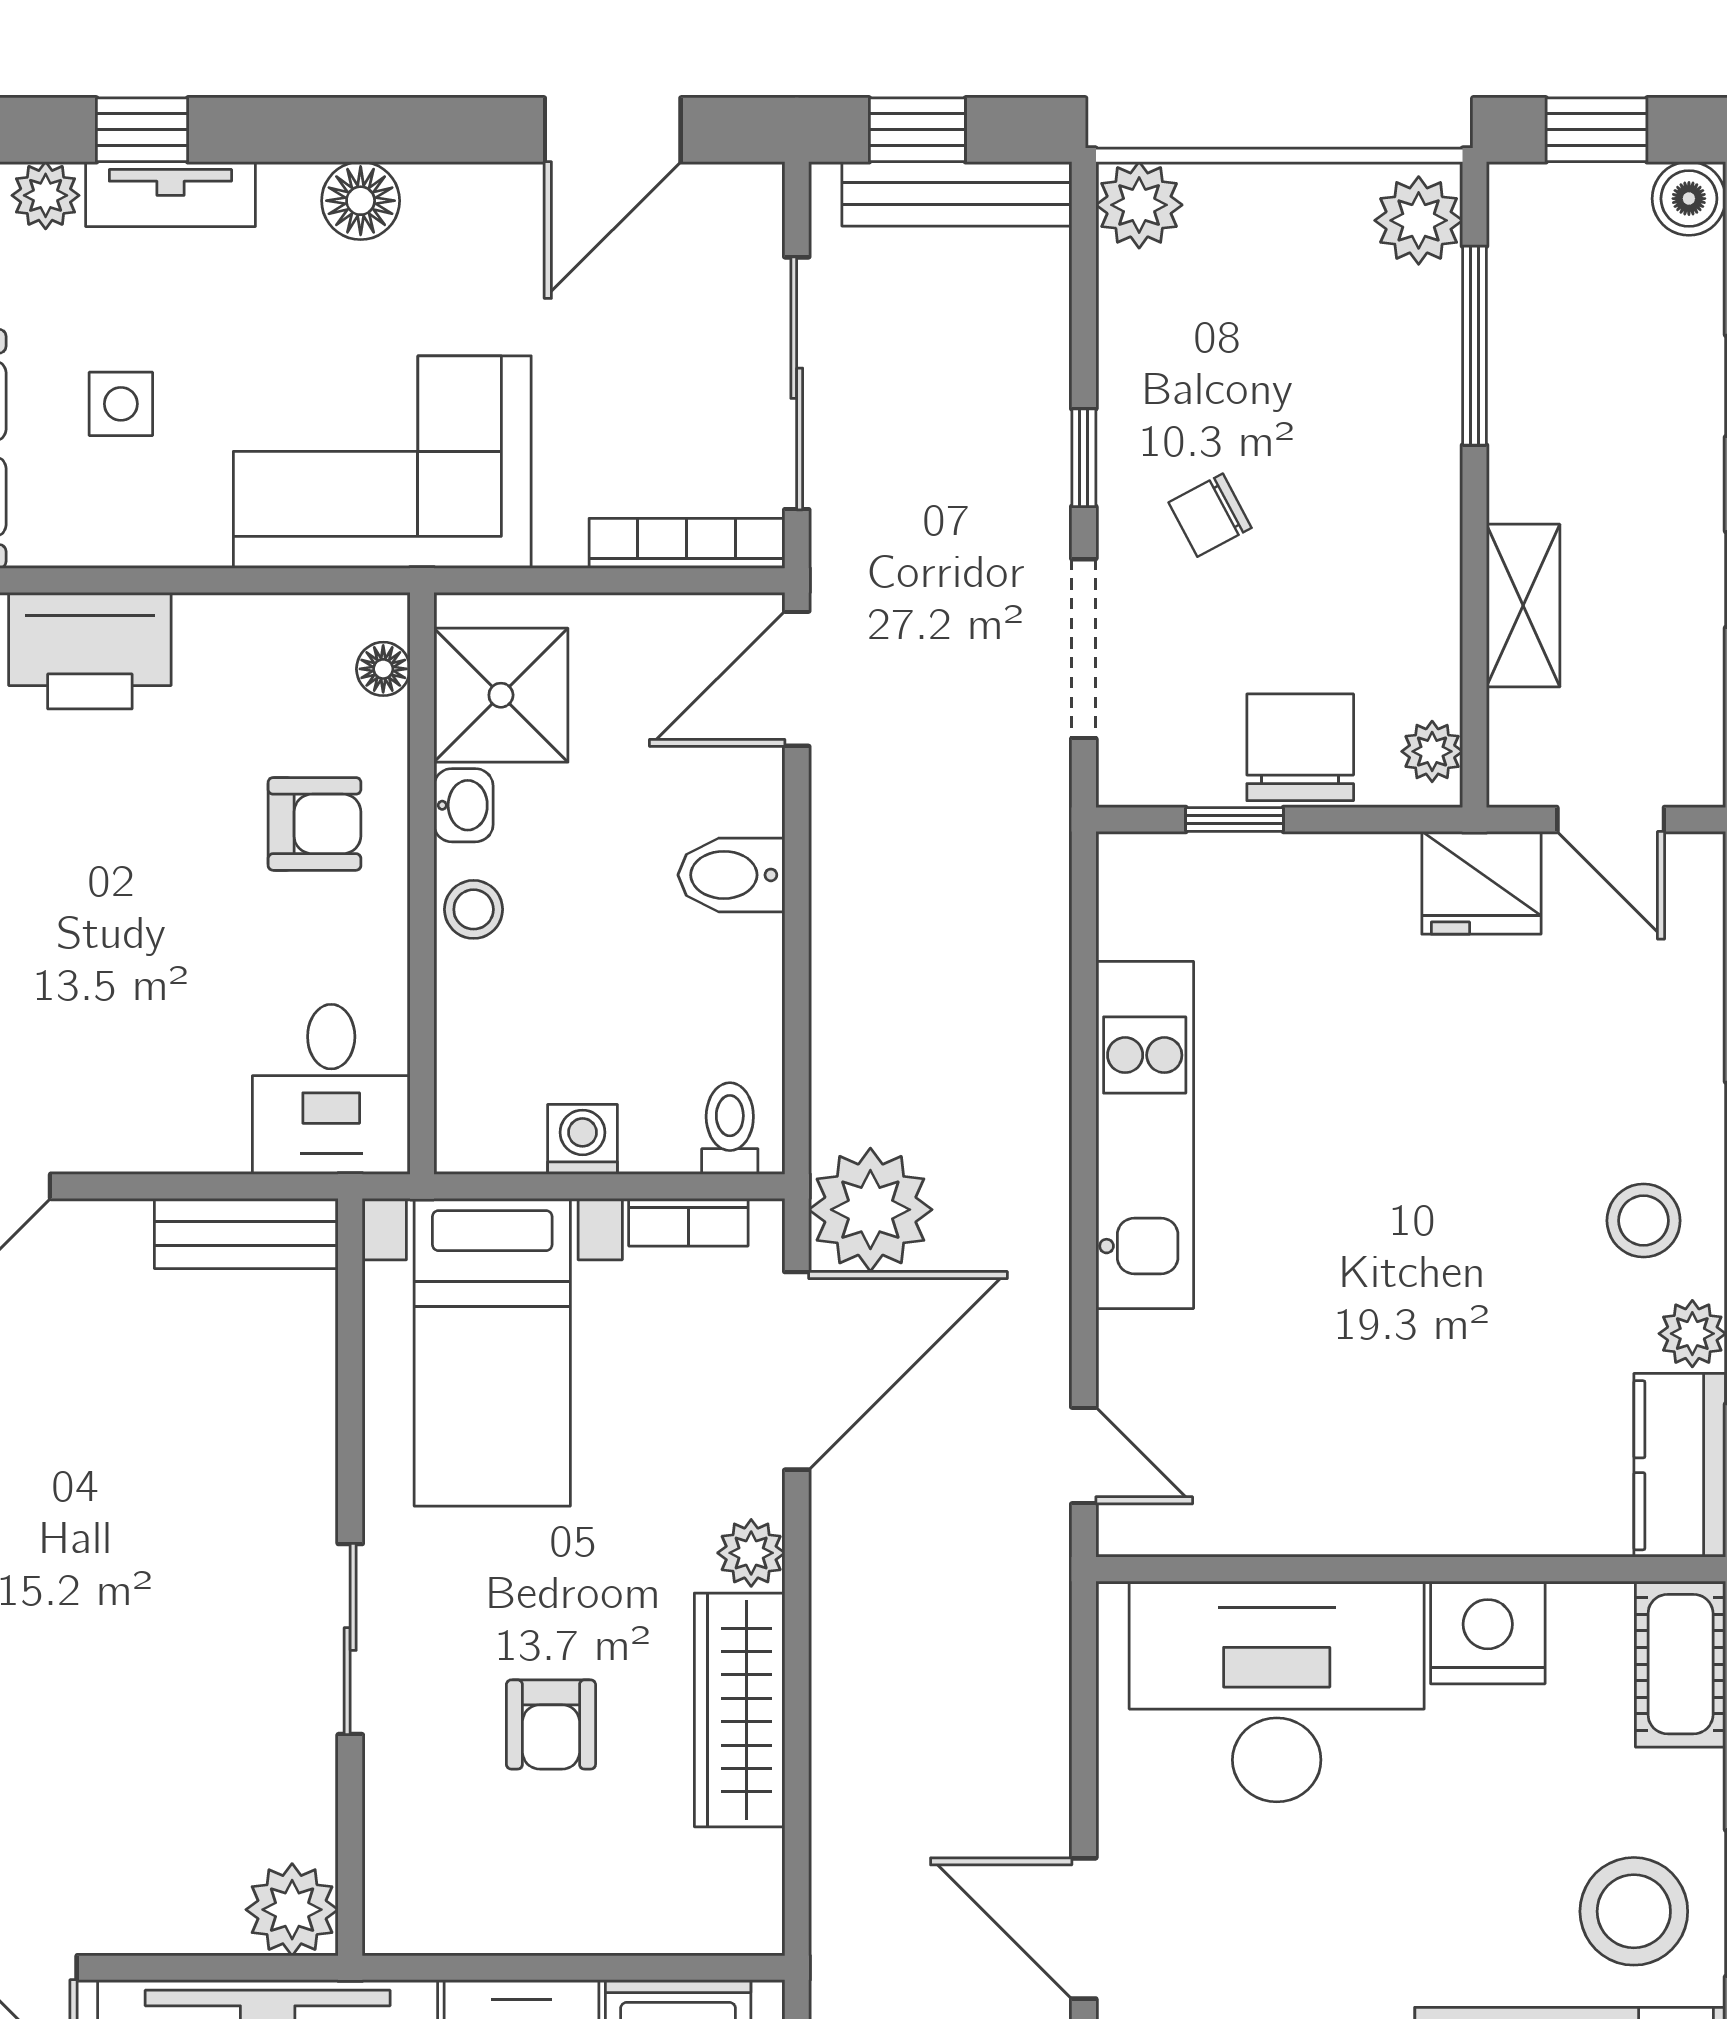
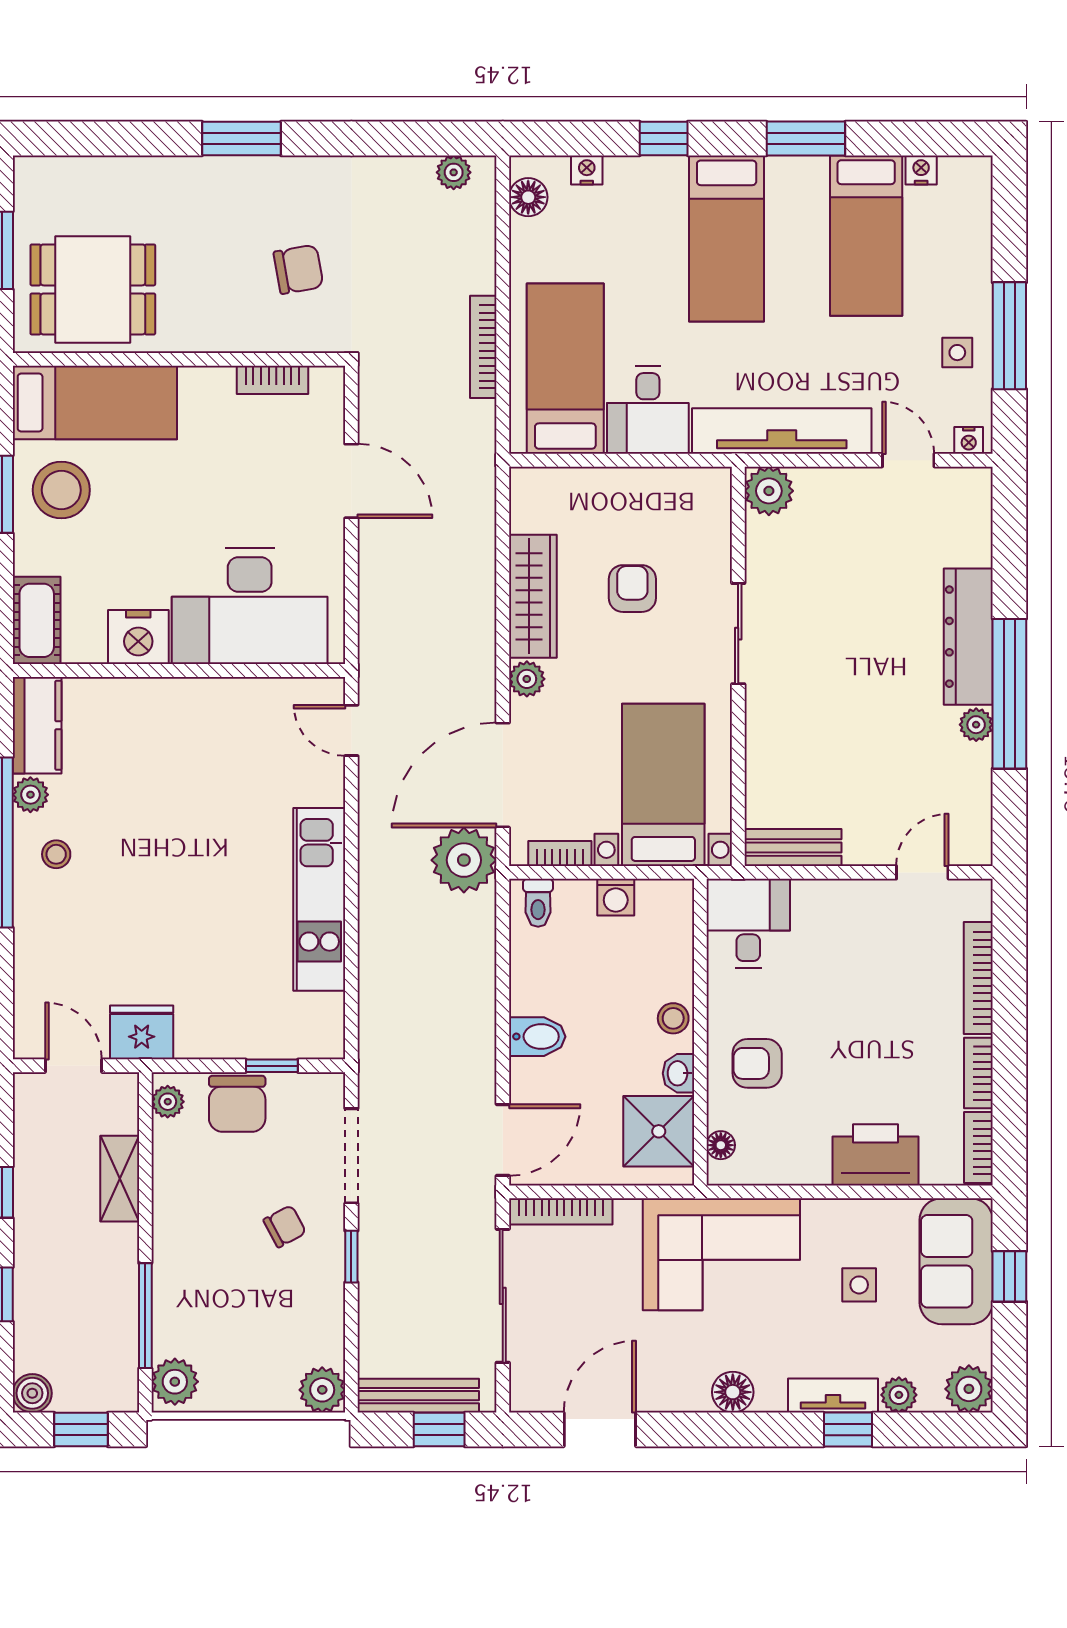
stool: (1644, 1221) -> (56, 854), width x0.73, depth x0.73

